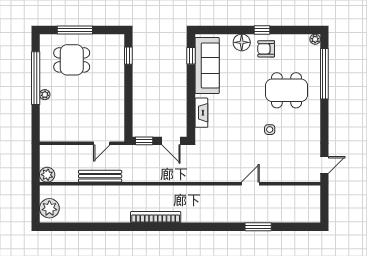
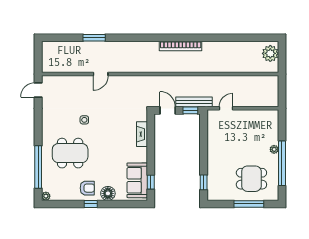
sofa: (207, 65) -> (137, 180), width x0.73
plant: (47, 175) -> (272, 82), removed
bench: (100, 176) -> (194, 102), moved

